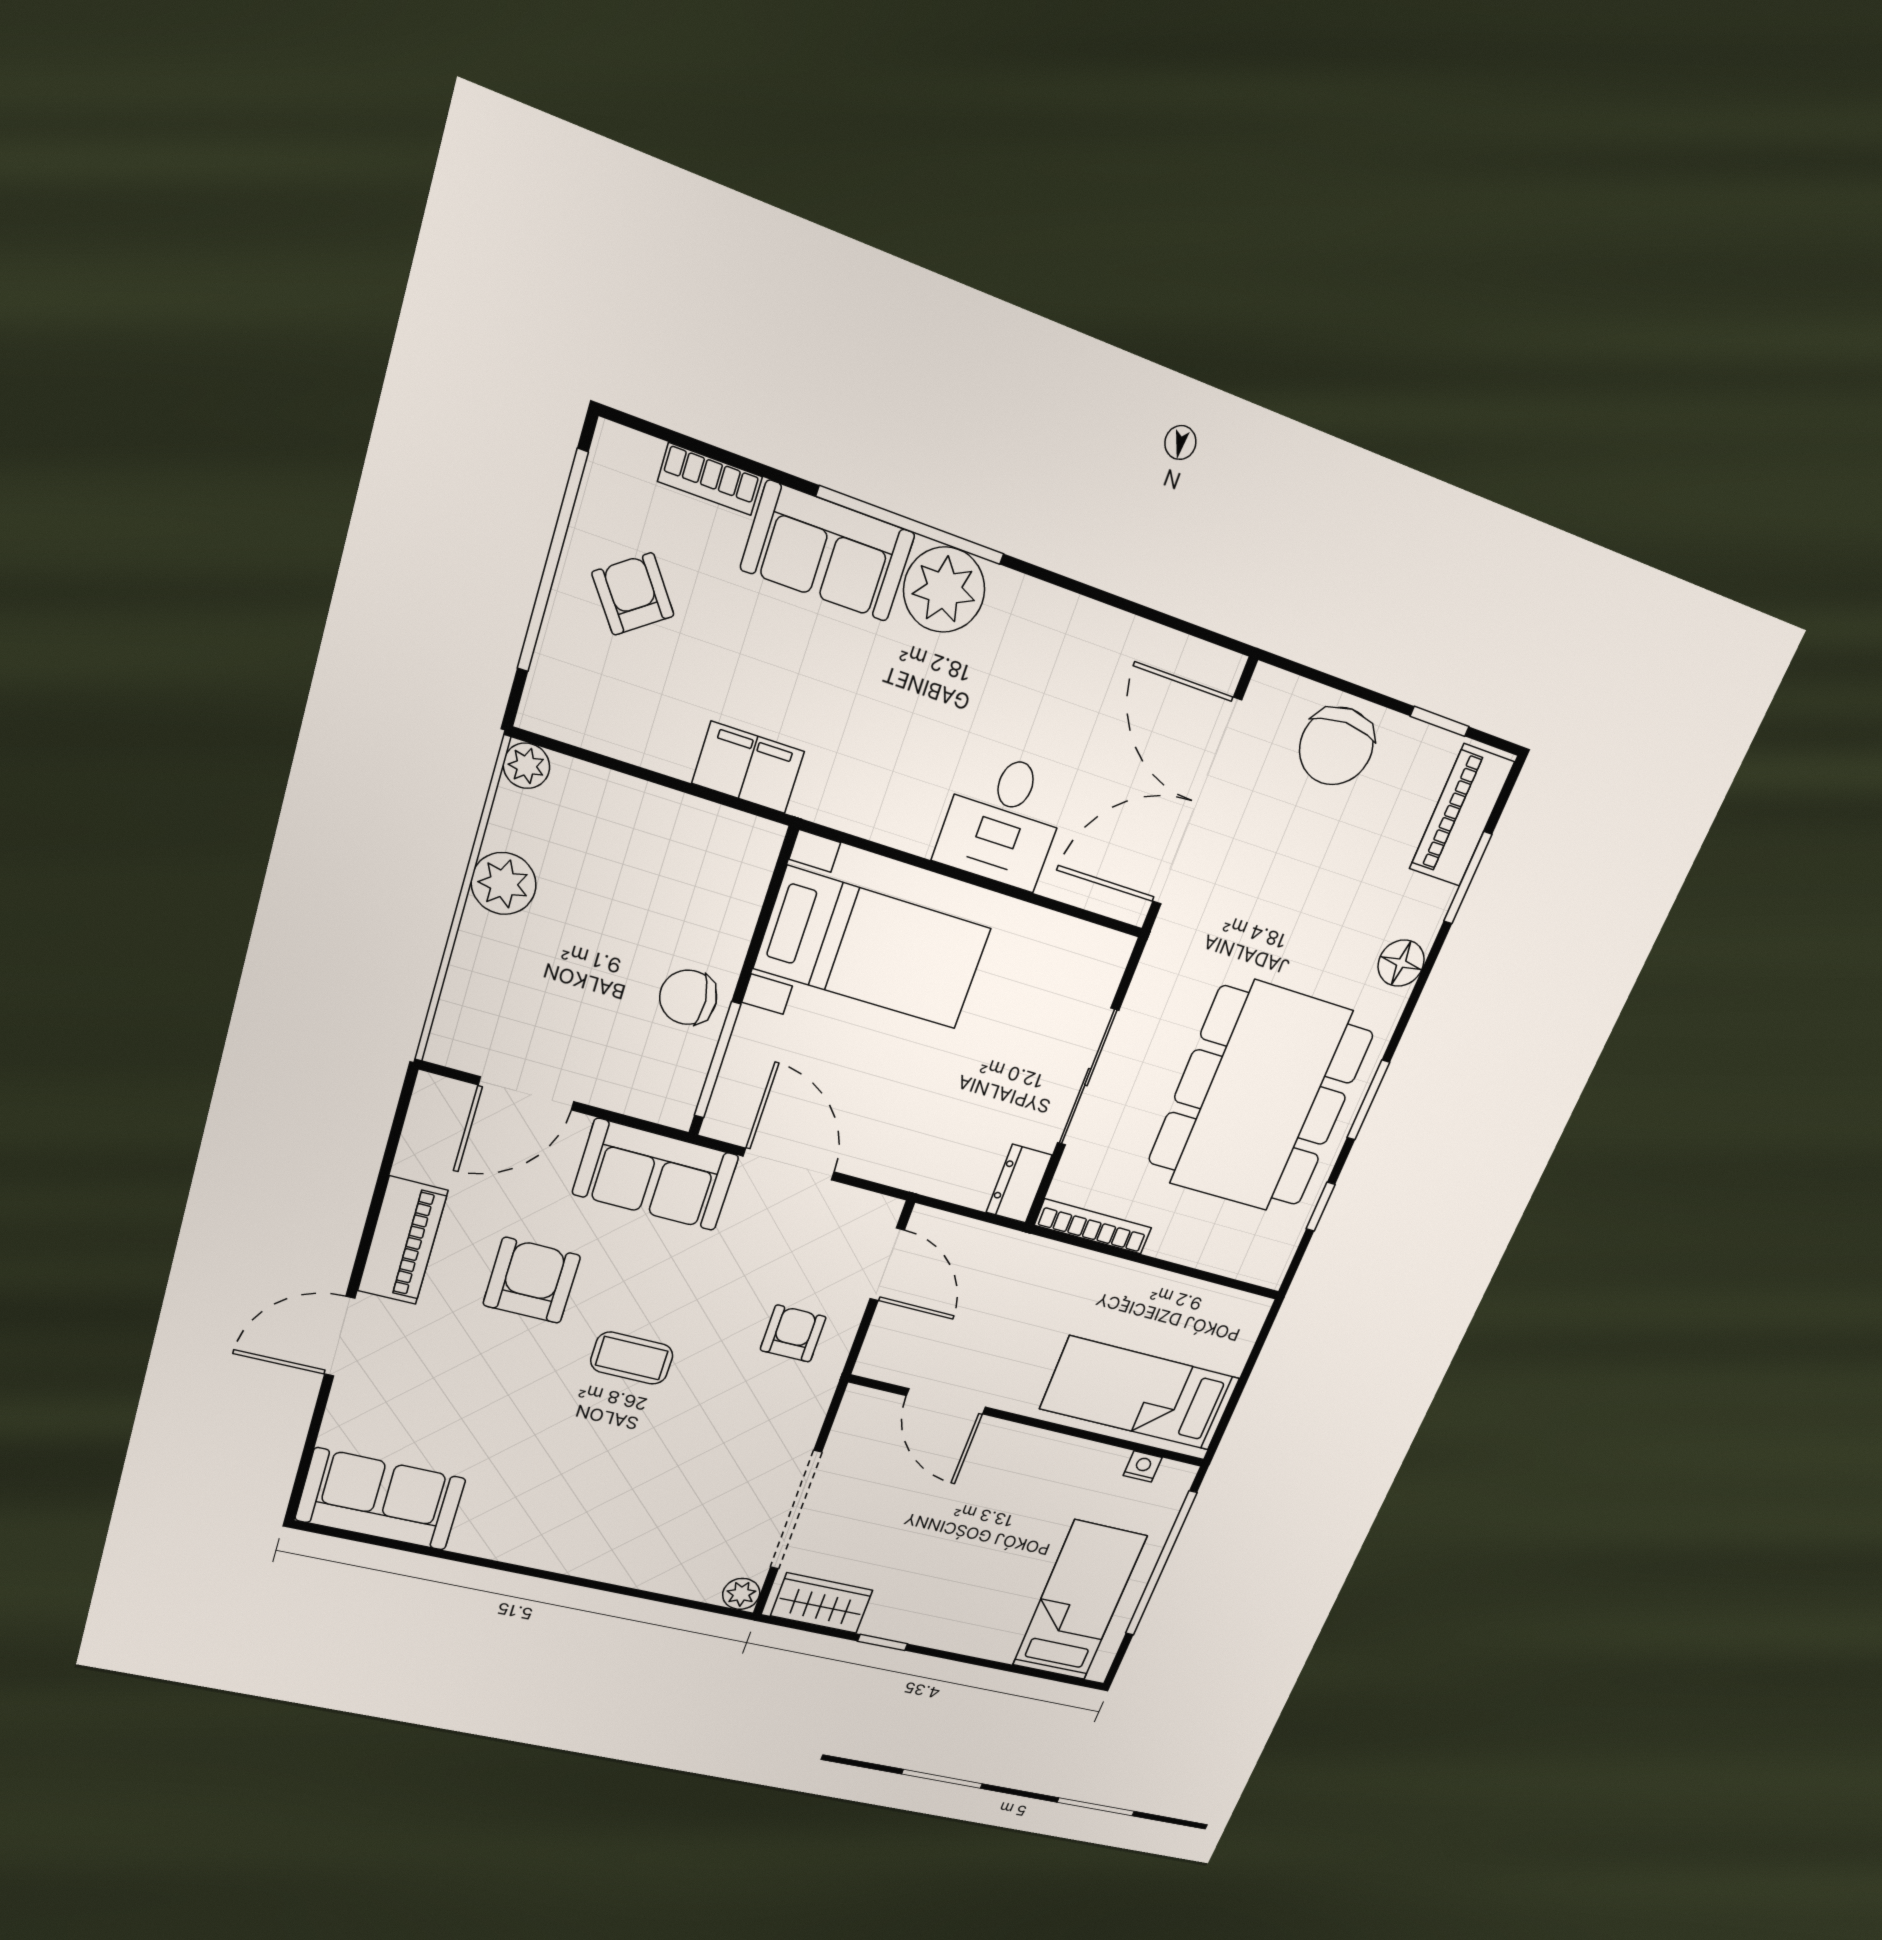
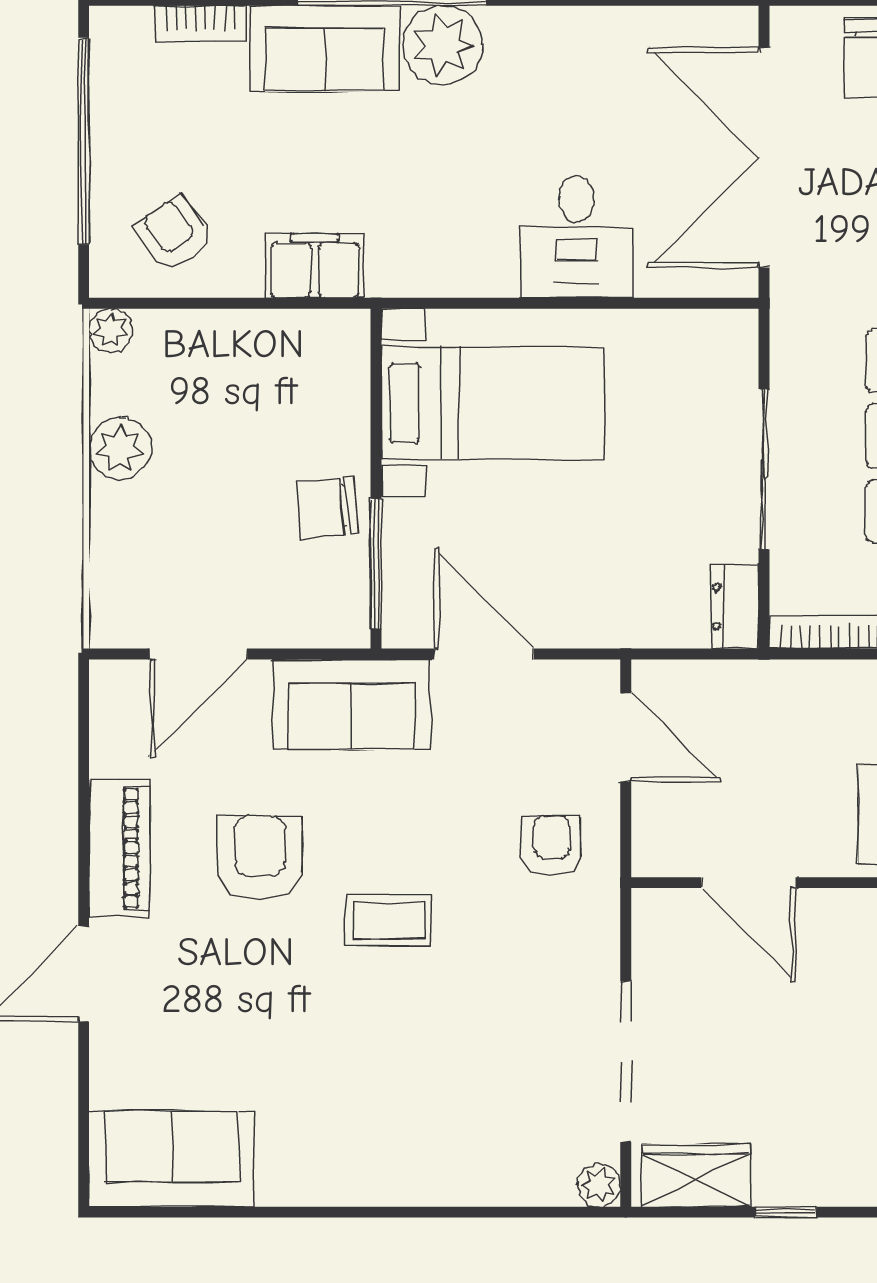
armchair: (633, 594) -> (174, 234), moved

